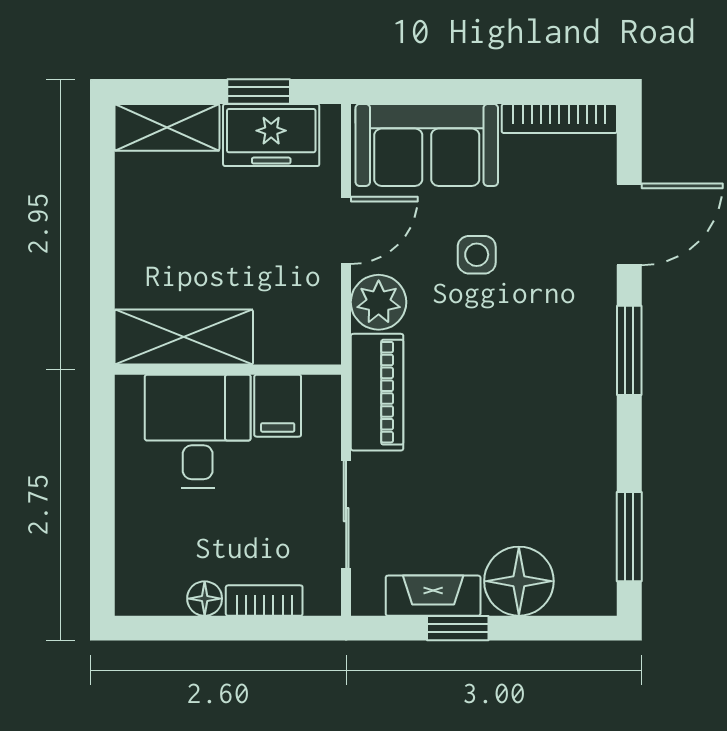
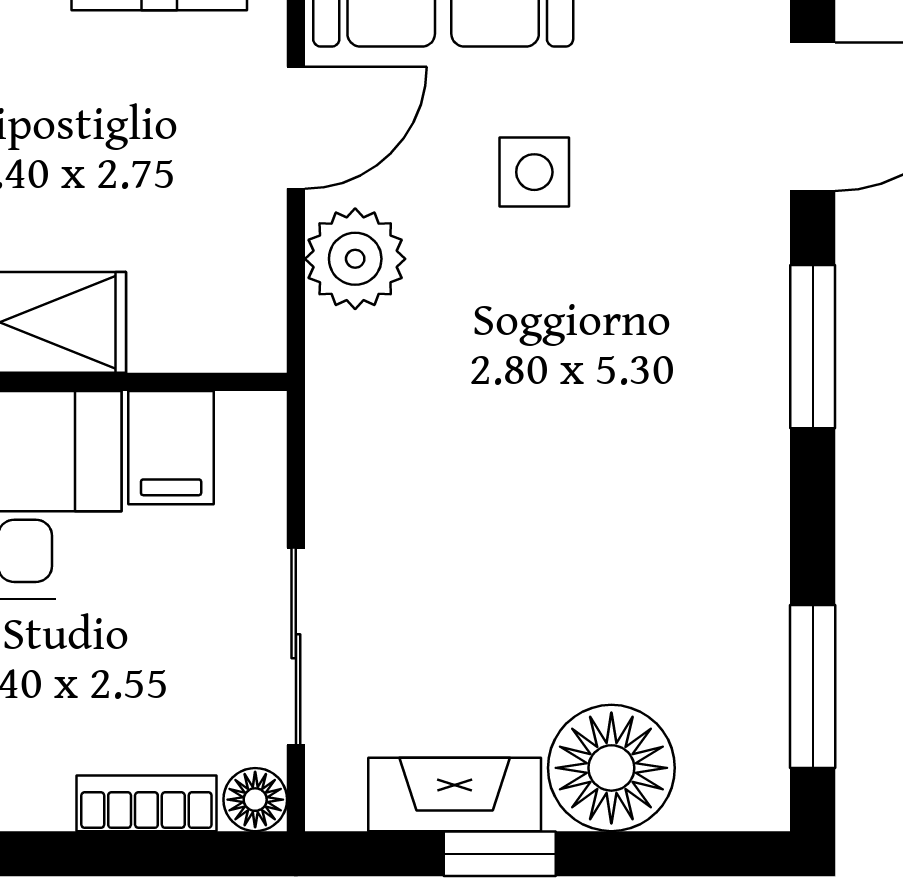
piano: (377, 392) -> (353, 423), removed
floor lamp: (205, 599) -> (255, 800), moved

